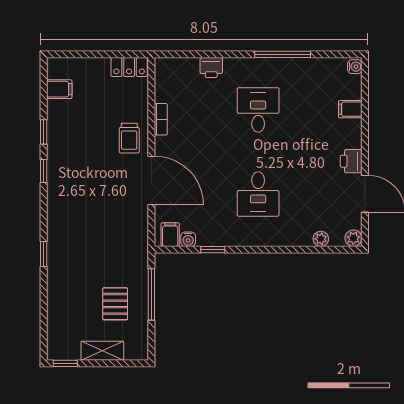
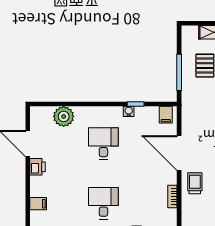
desk: (258, 110) -> (103, 203), turned 180
plant: (353, 238) -> (36, 112), removed
water cooler: (188, 239) -> (129, 111), moved
plant: (321, 239) -> (64, 116), width x1.87, depth x1.87

